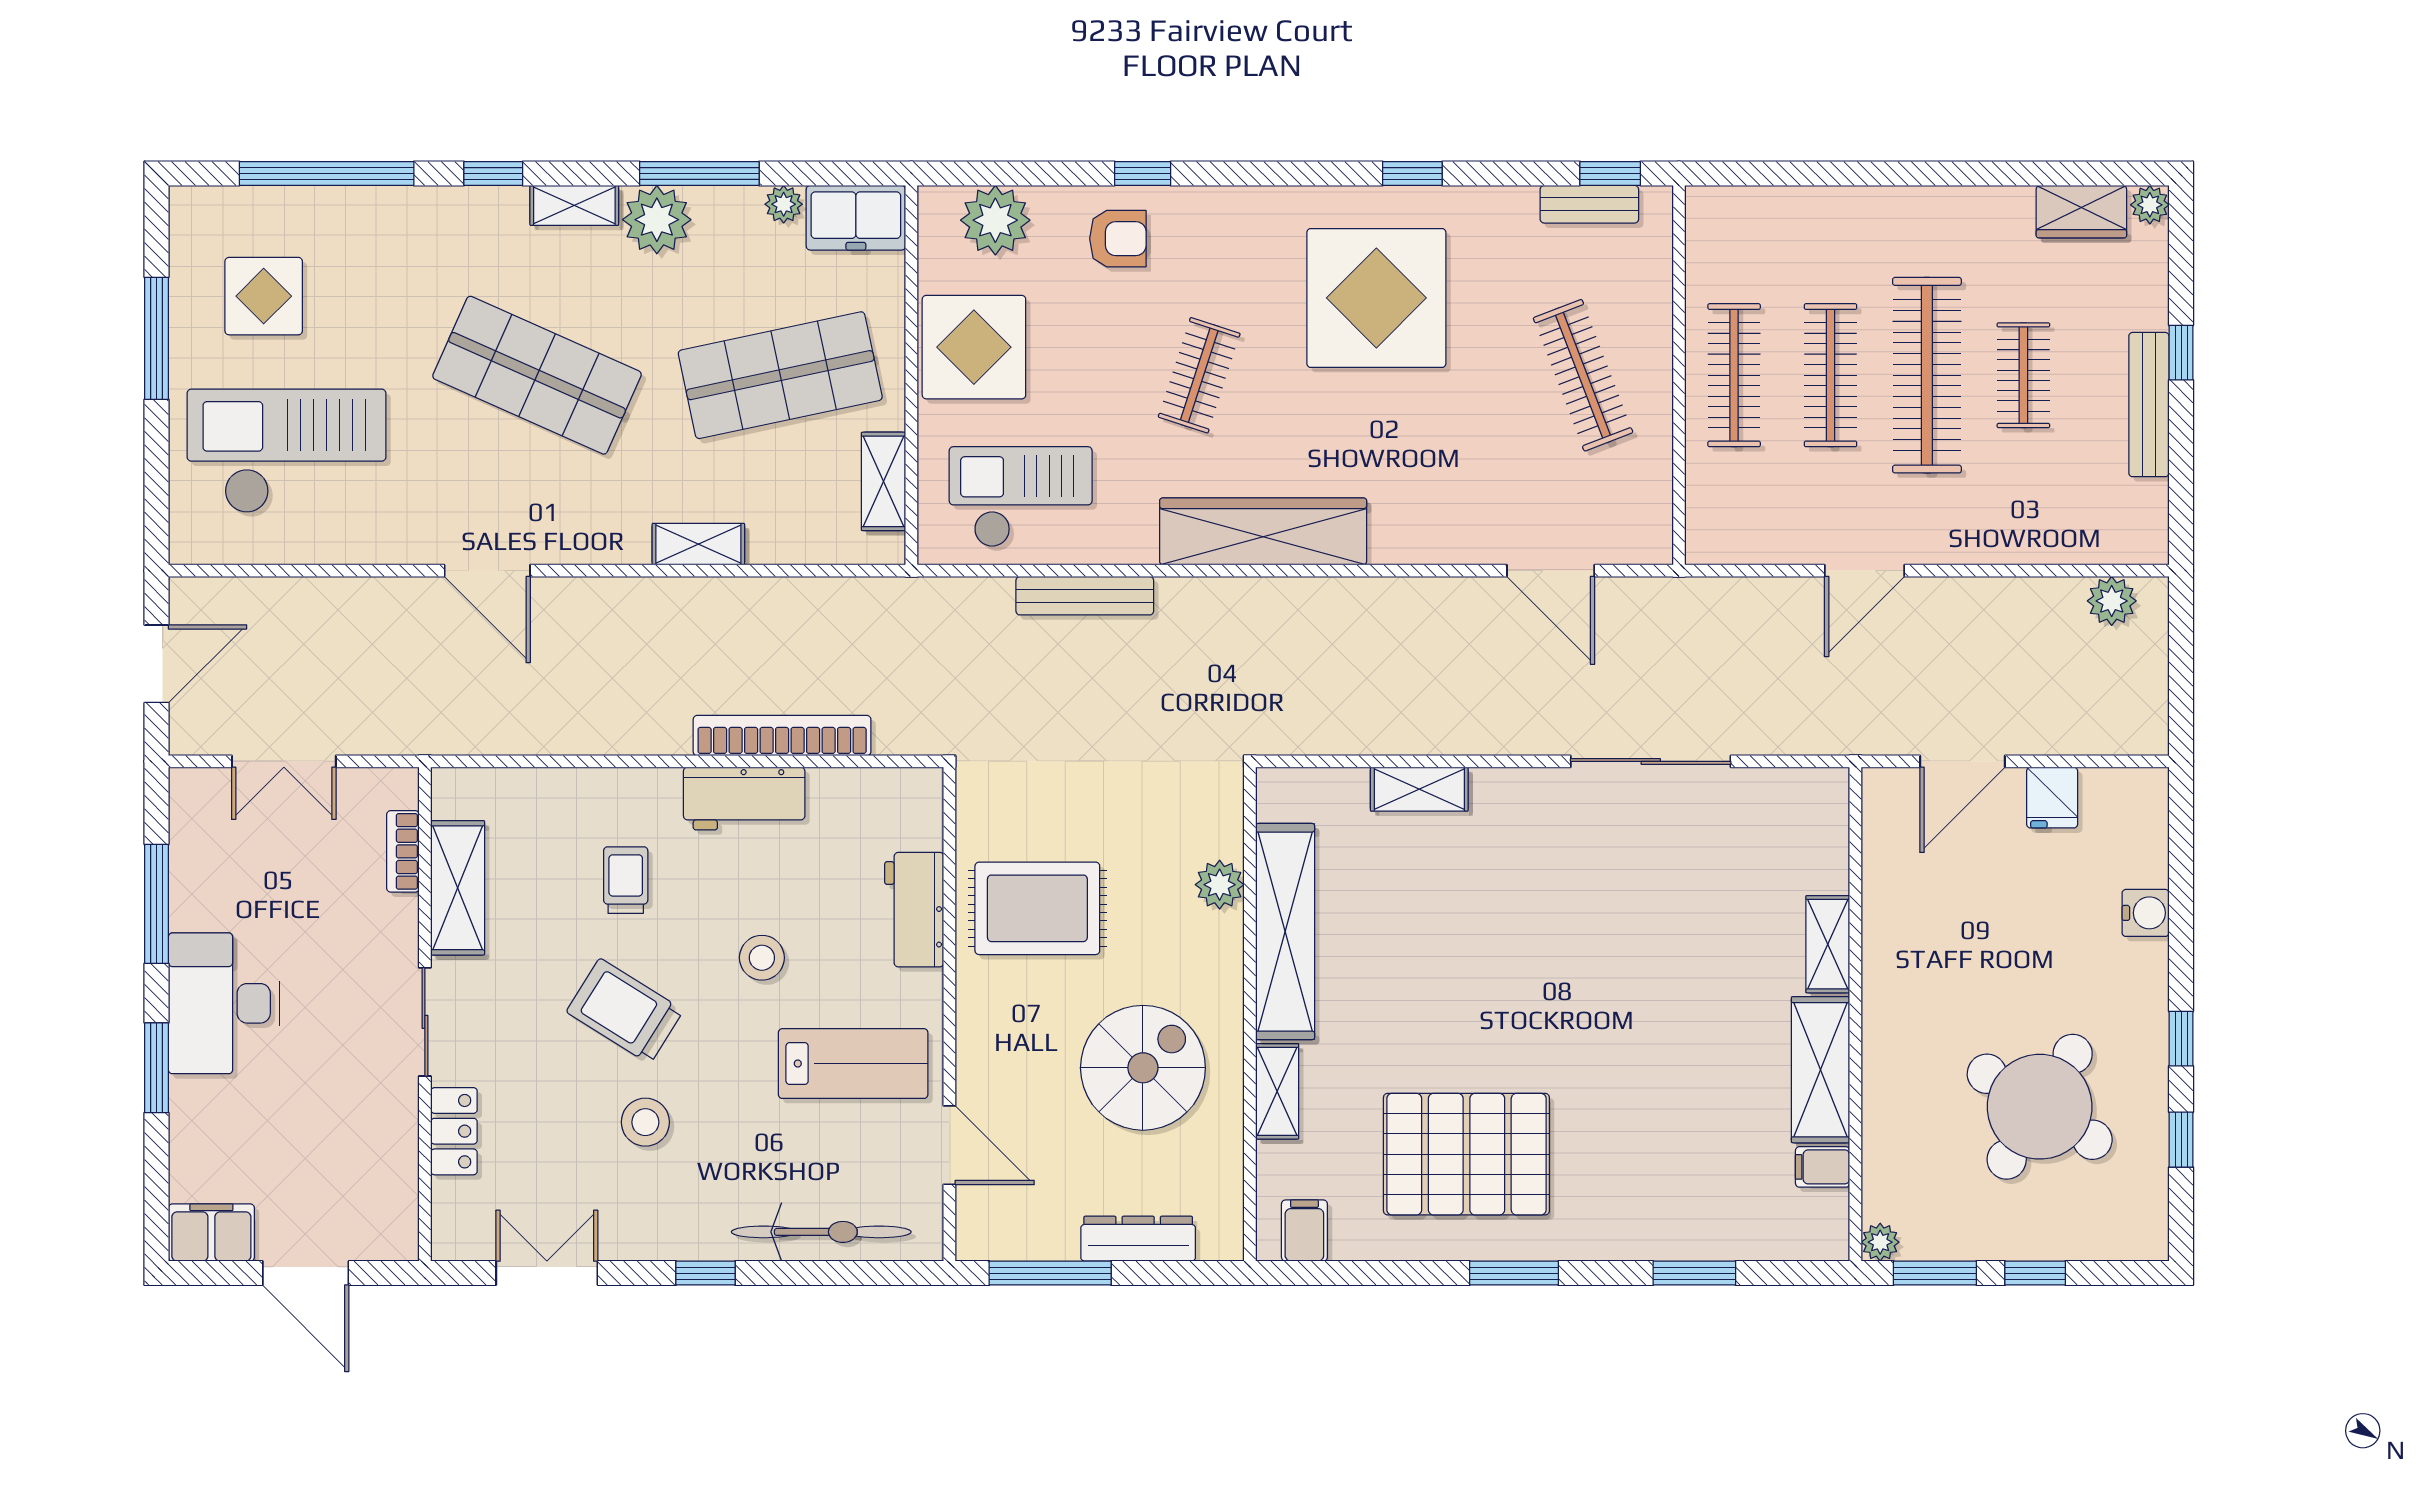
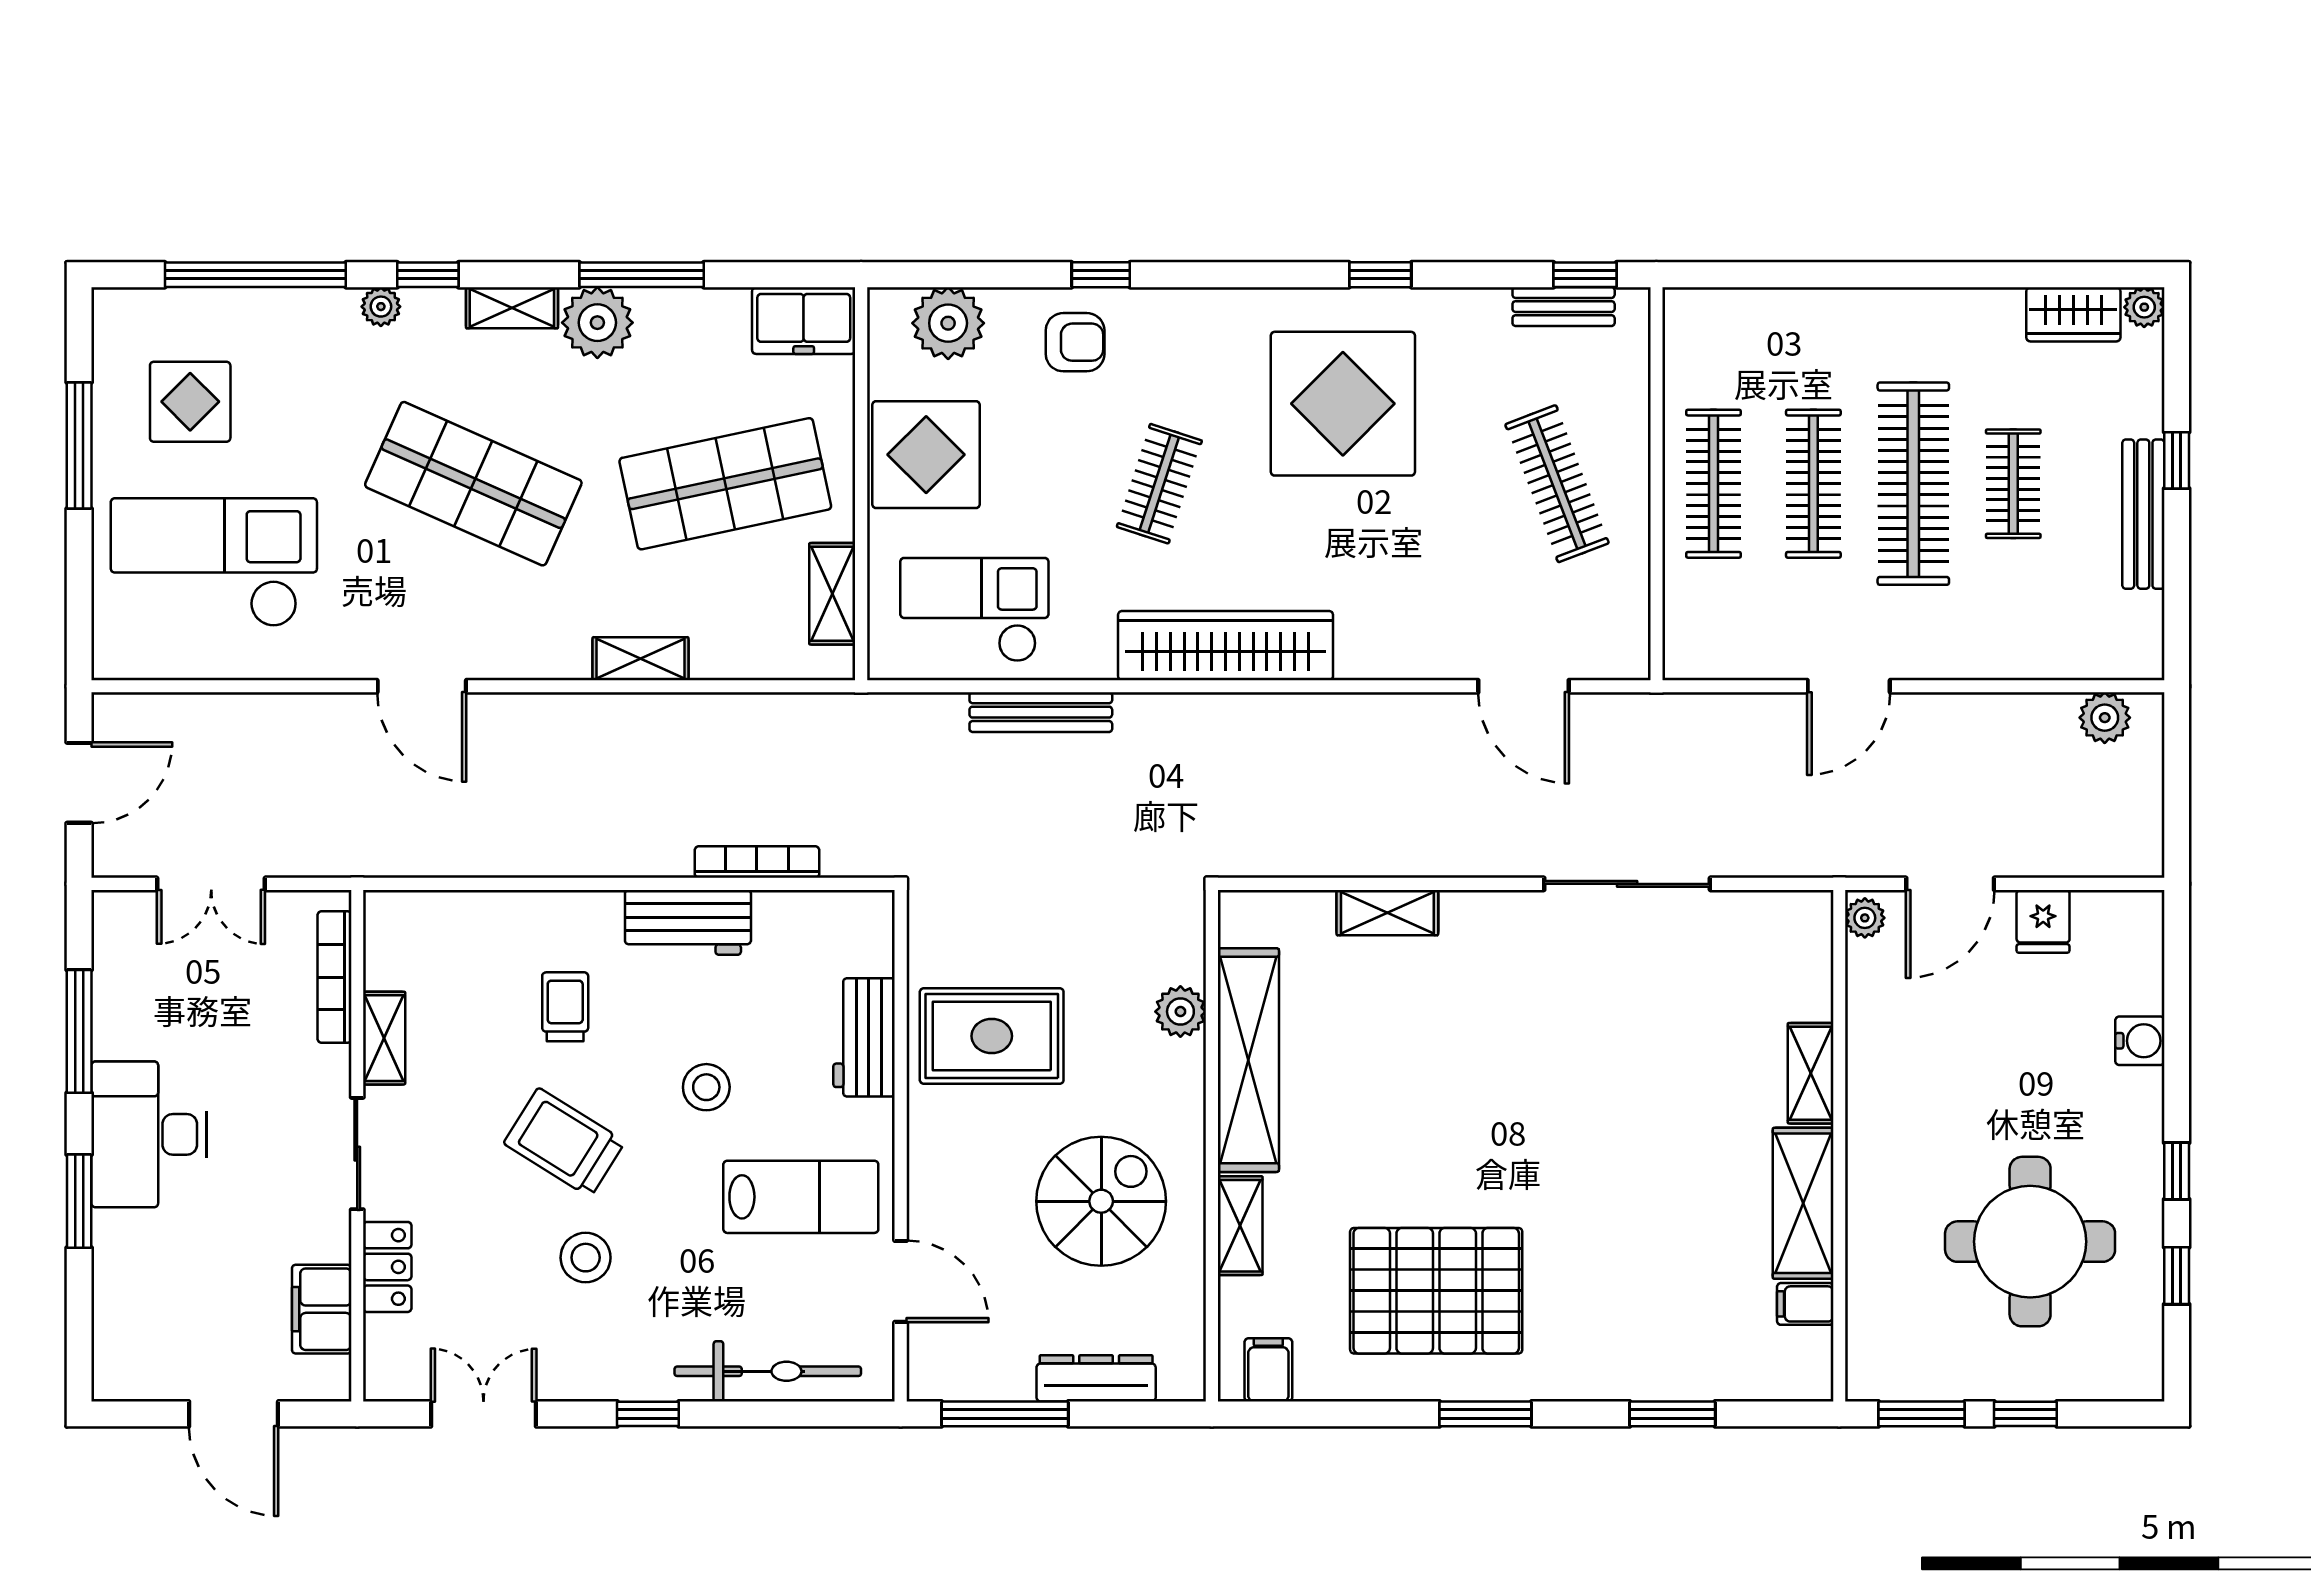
plant: (784, 204) -> (381, 307), moved
bookcase: (782, 736) -> (757, 862), width x0.68, depth x0.76
bookcase: (403, 851) -> (334, 977), width x1.56
shelving: (458, 888) -> (384, 1038), width x0.67, depth x0.75
round table: (2040, 1107) -> (2030, 1242), turned -32
filing cabinet: (211, 1233) -> (322, 1309), moved, turned -90
plant: (1880, 1242) -> (1865, 918), moved

